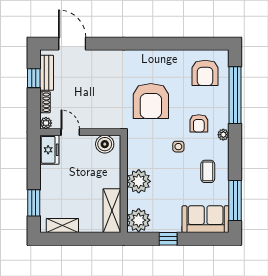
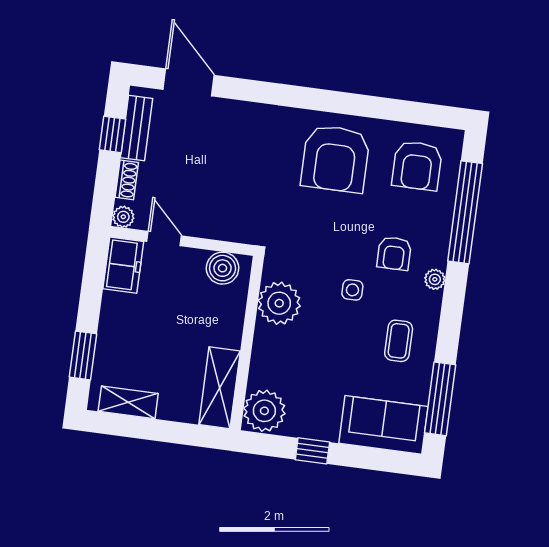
armchair: (151, 101) -> (335, 159), moved
plant: (139, 181) -> (279, 303), moved

